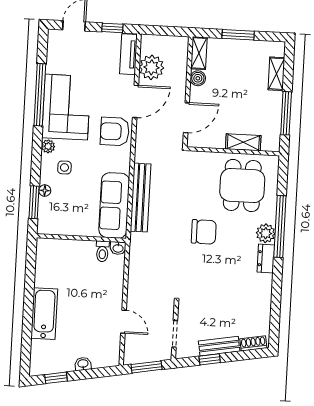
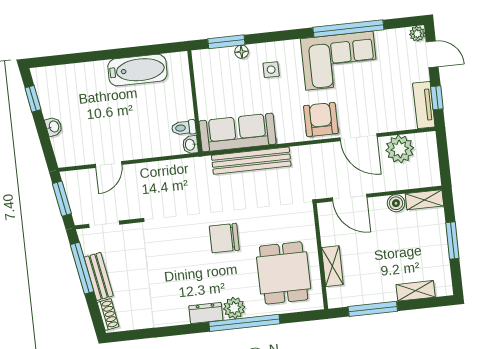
tv unit: (129, 54) -> (424, 105), moved, turned -90
plant: (48, 146) -> (417, 34), moved
dining table: (242, 185) -> (284, 273), turned 90
chair: (204, 232) -> (224, 238), turned 90
bathtub: (44, 314) -> (137, 70), moved
window: (210, 359) -> (82, 268), width x2.17

